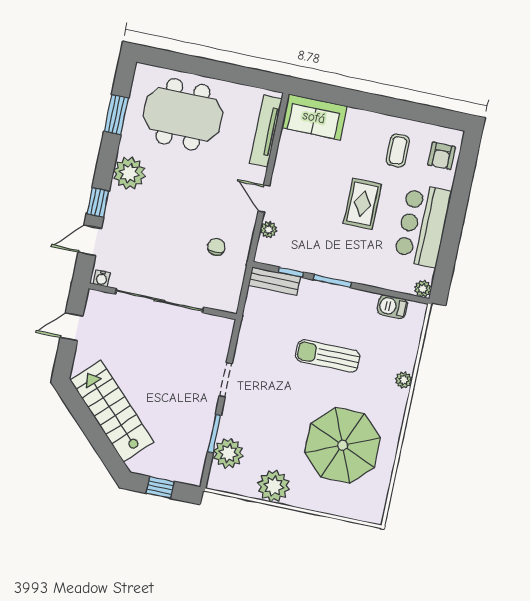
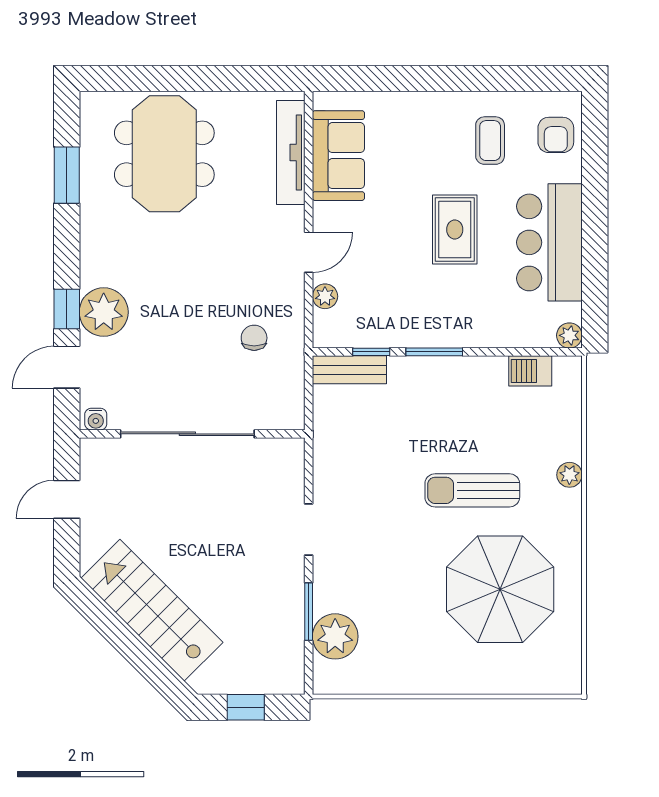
meeting table: (183, 114) -> (164, 154), turned 90
sofa: (314, 117) -> (338, 156), moved, turned -90
plant: (129, 173) -> (104, 312), moved
door: (264, 199) -> (309, 252), swing flipped
sun lounger: (328, 356) -> (472, 490), moved
plant: (274, 486) -> (412, 670), removed

